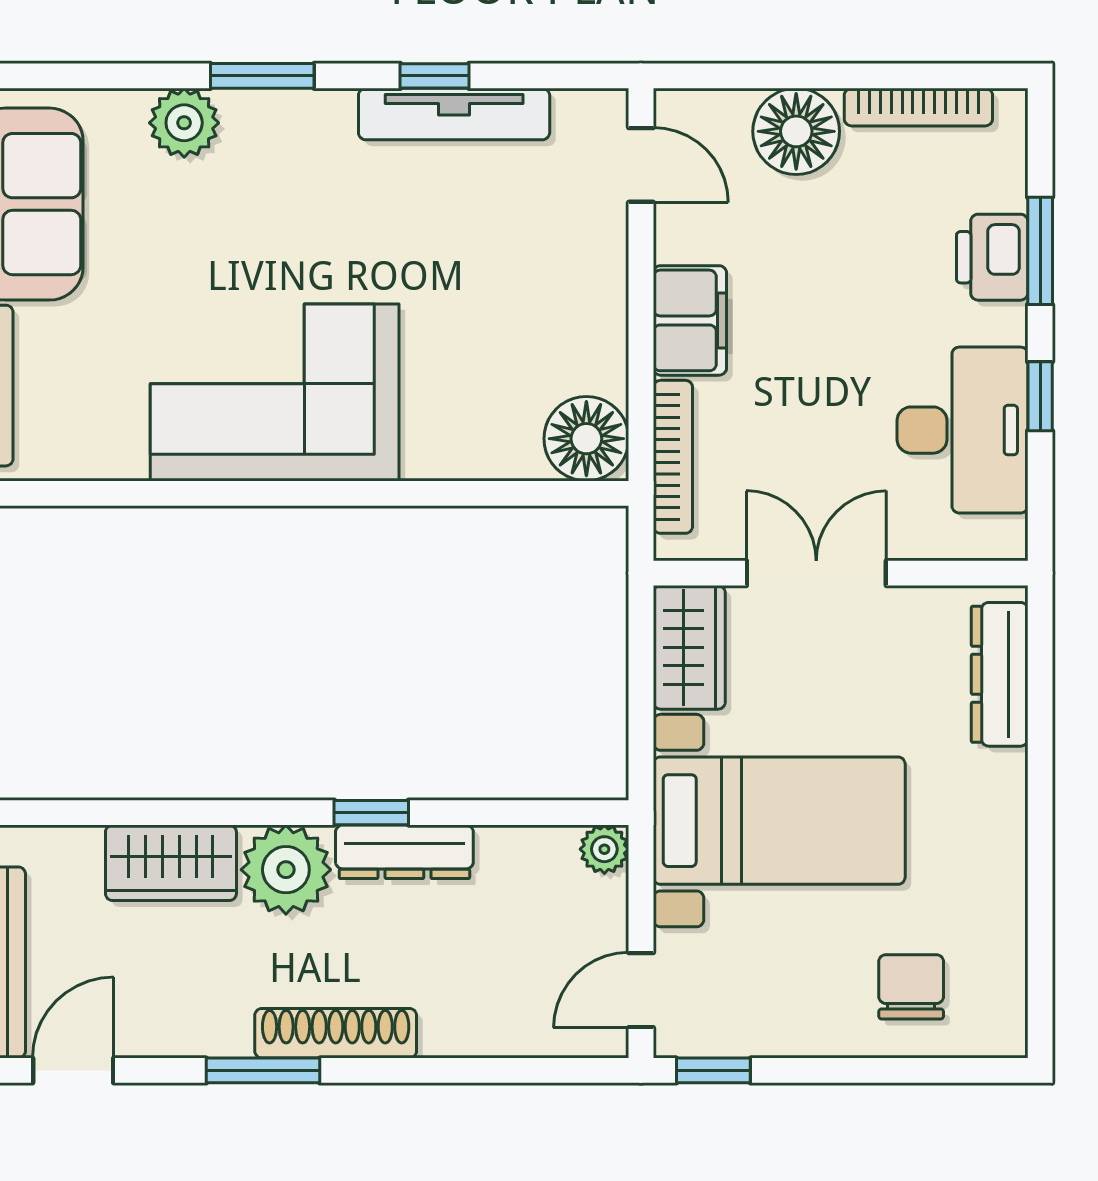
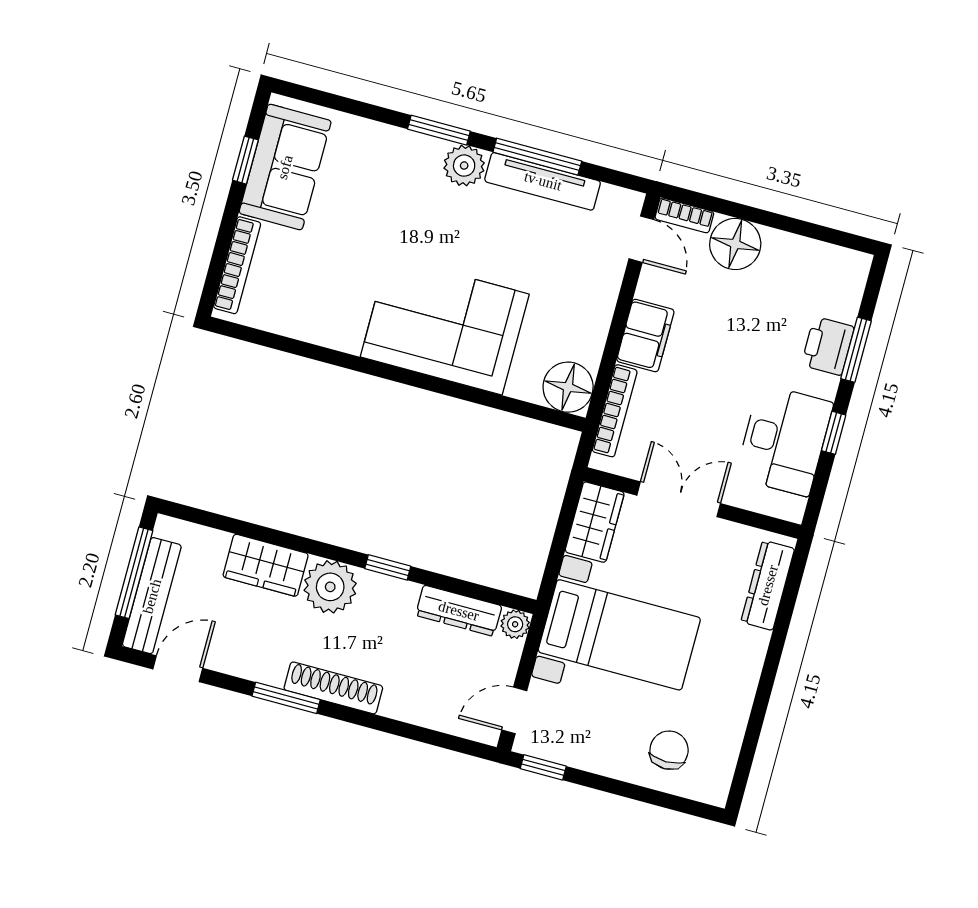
window: (435, 76) -> (537, 157), width x2.17
bookcase: (918, 107) -> (684, 215), moved, width x0.64
plant: (184, 123) -> (464, 166), moved
corner sofa: (275, 392) -> (445, 325), moved
dresser: (404, 852) -> (459, 611), moved

